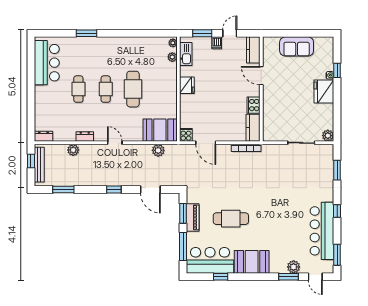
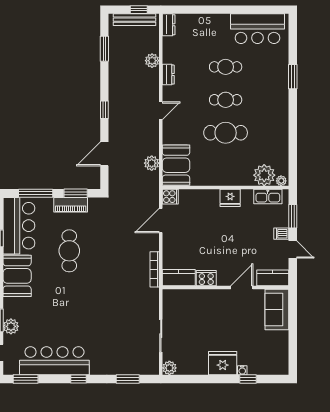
sofa: (297, 46) -> (277, 309), moved
plant: (172, 57) -> (264, 175), width x1.87, depth x1.87

